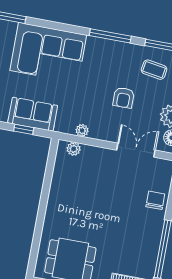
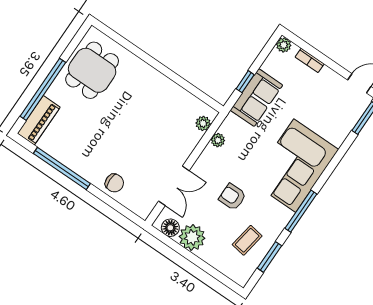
corner sofa: (48, 53) -> (295, 166), moved

